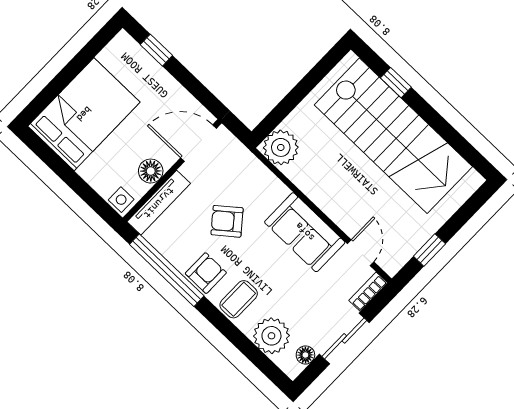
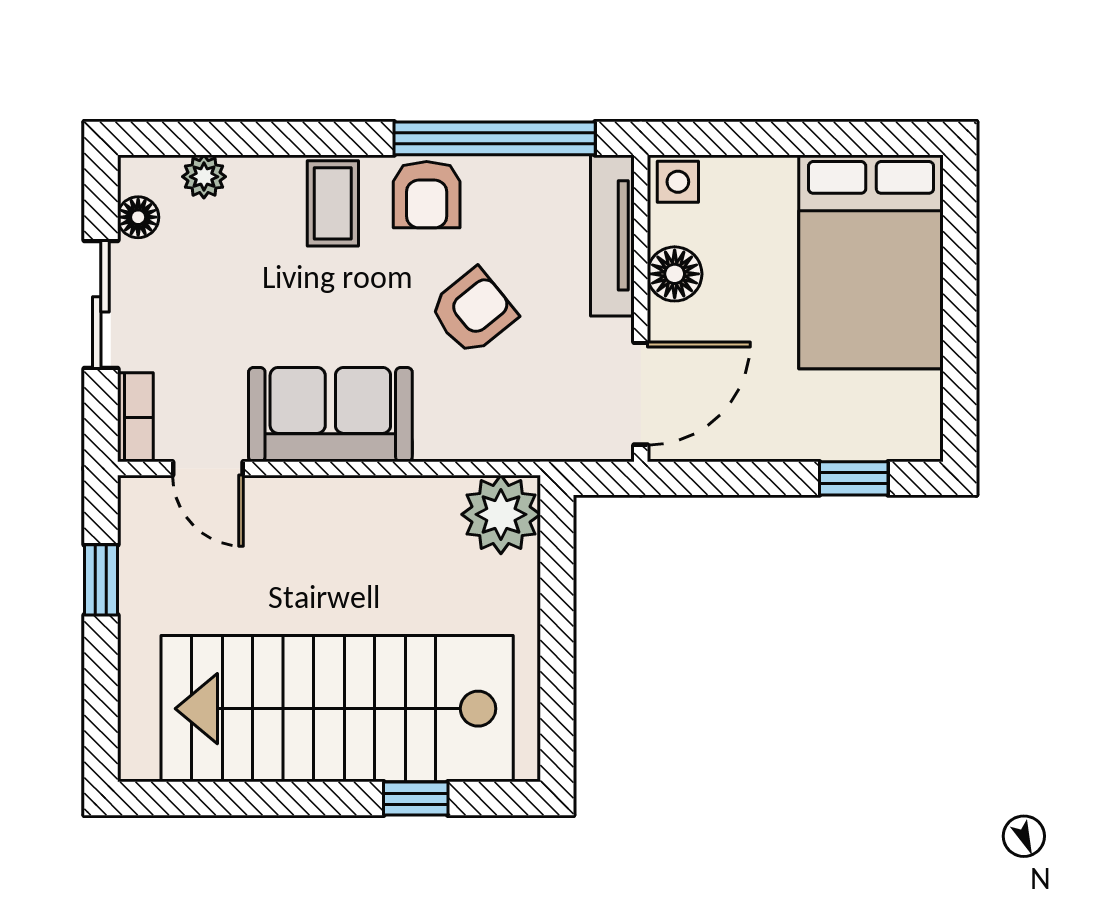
plant: (271, 336) -> (204, 177), width x0.53, depth x0.53

